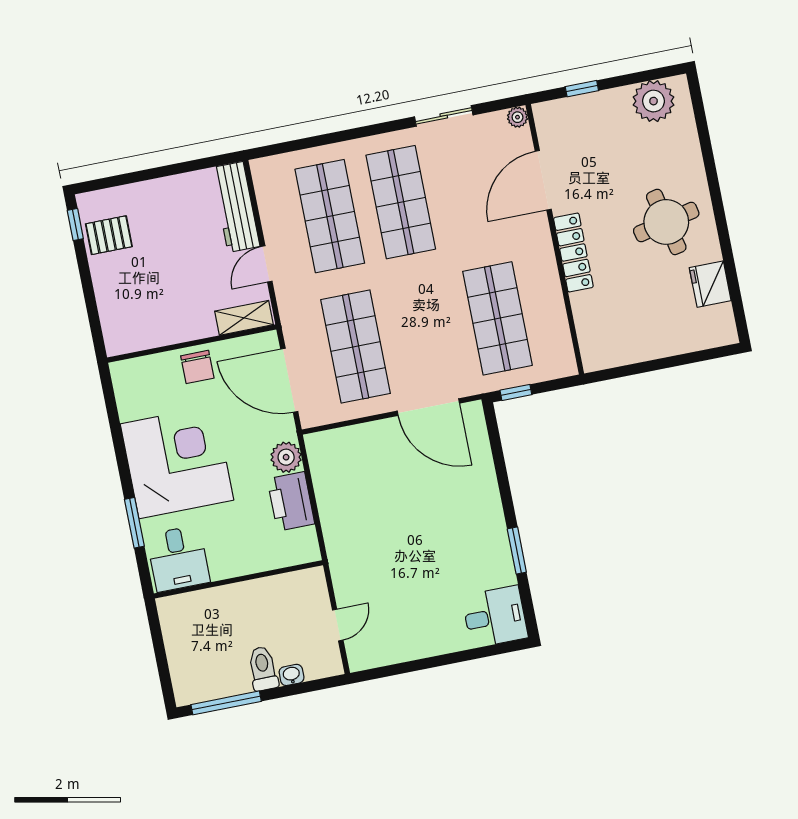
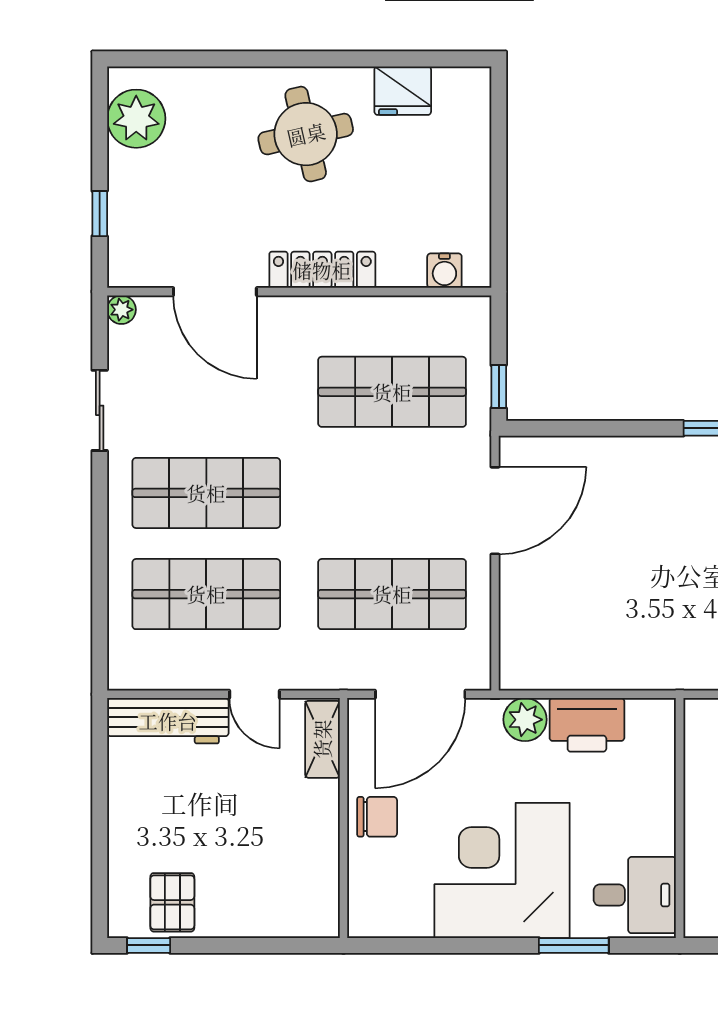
water cooler: (590, 338) -> (444, 271), added

